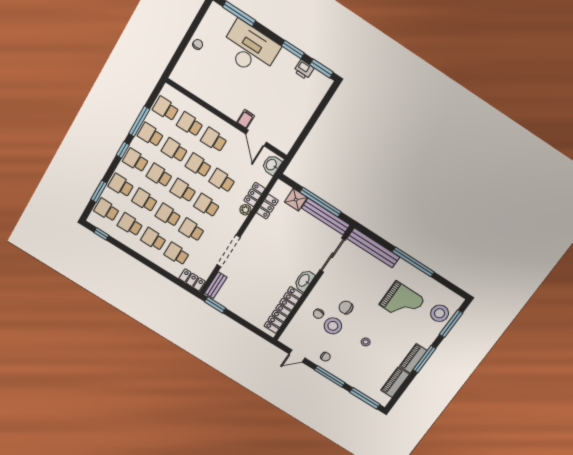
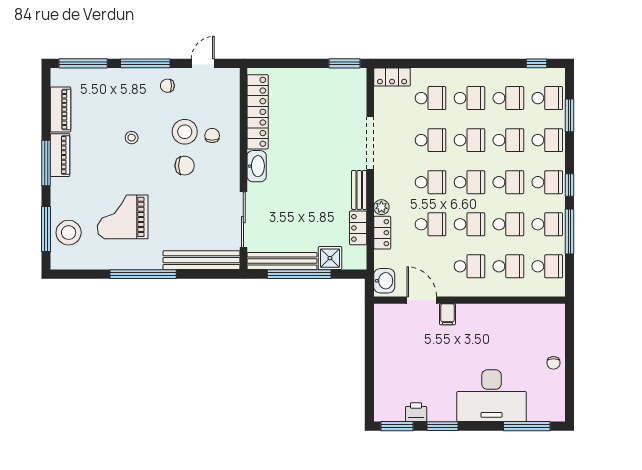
bench: (216, 285) -> (359, 190), moved

